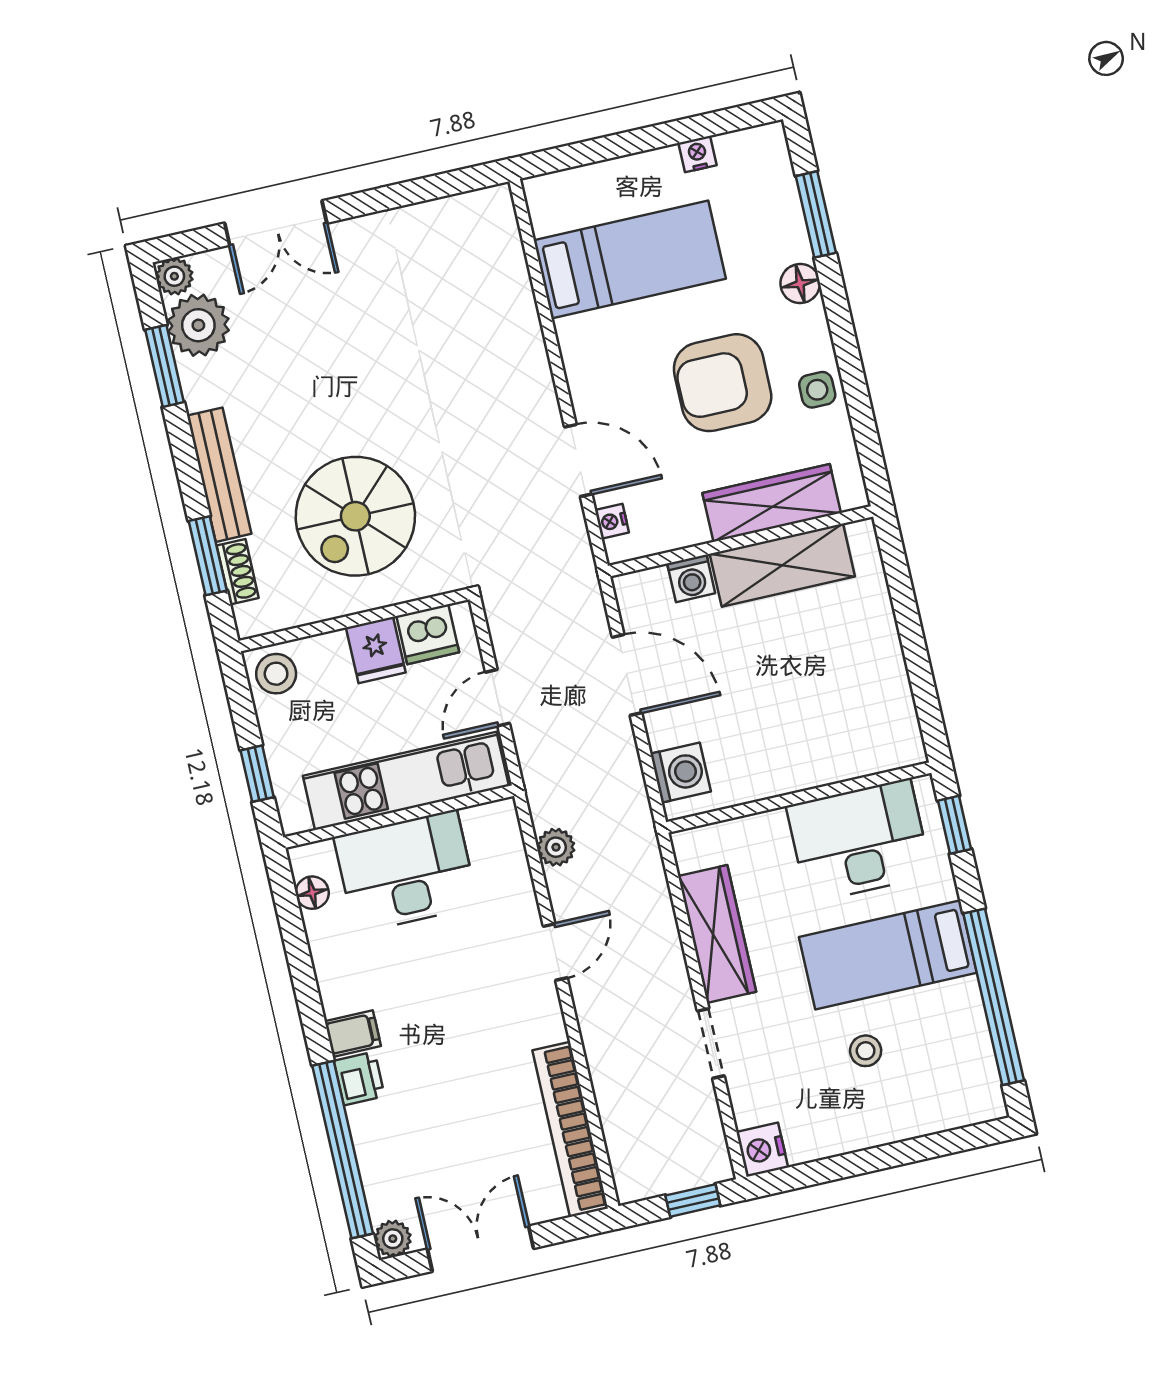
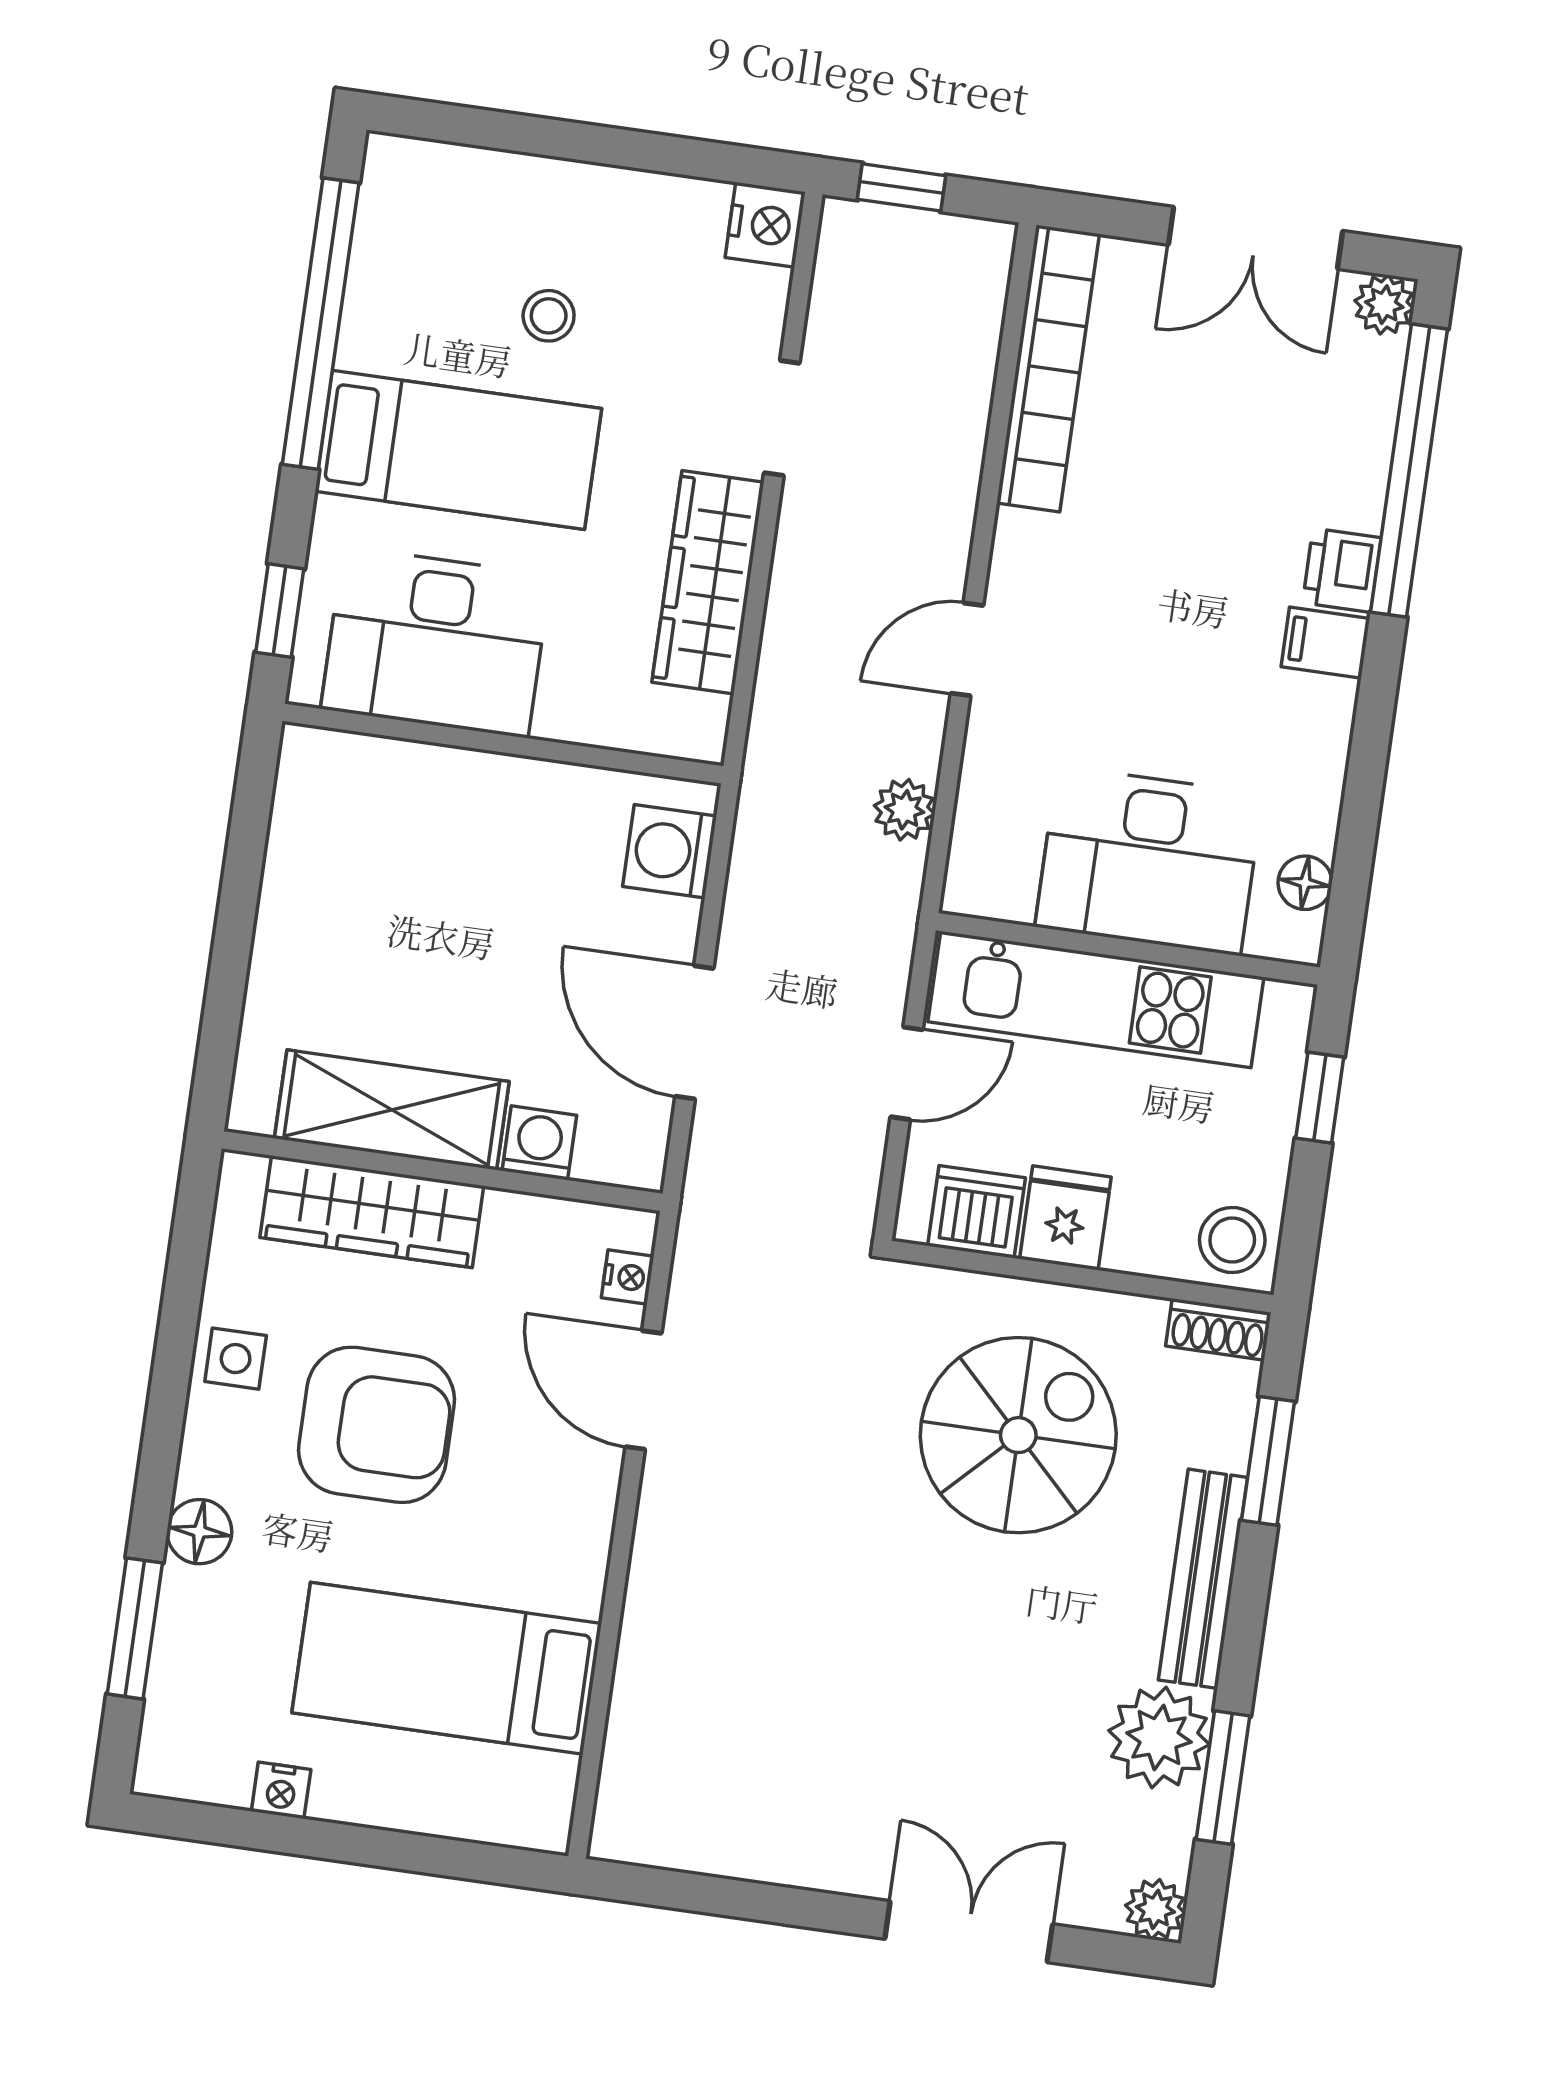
plant: (198, 325) -> (1159, 1738), moved
shoe rack: (238, 572) -> (1218, 1329), moved, turned -90

